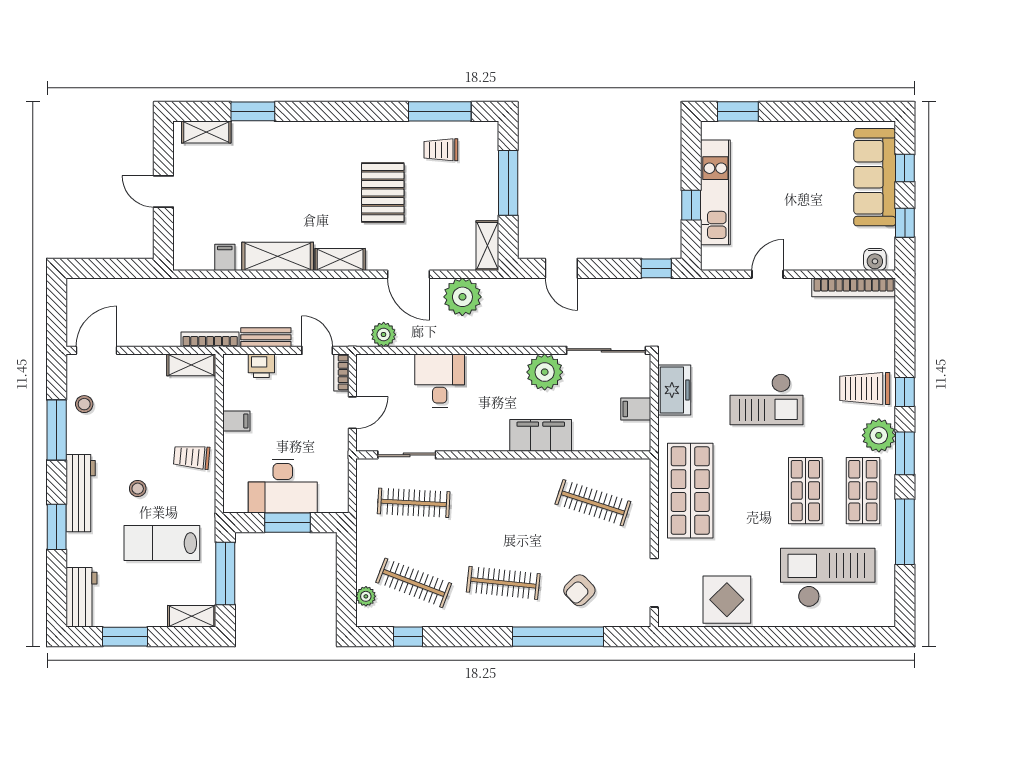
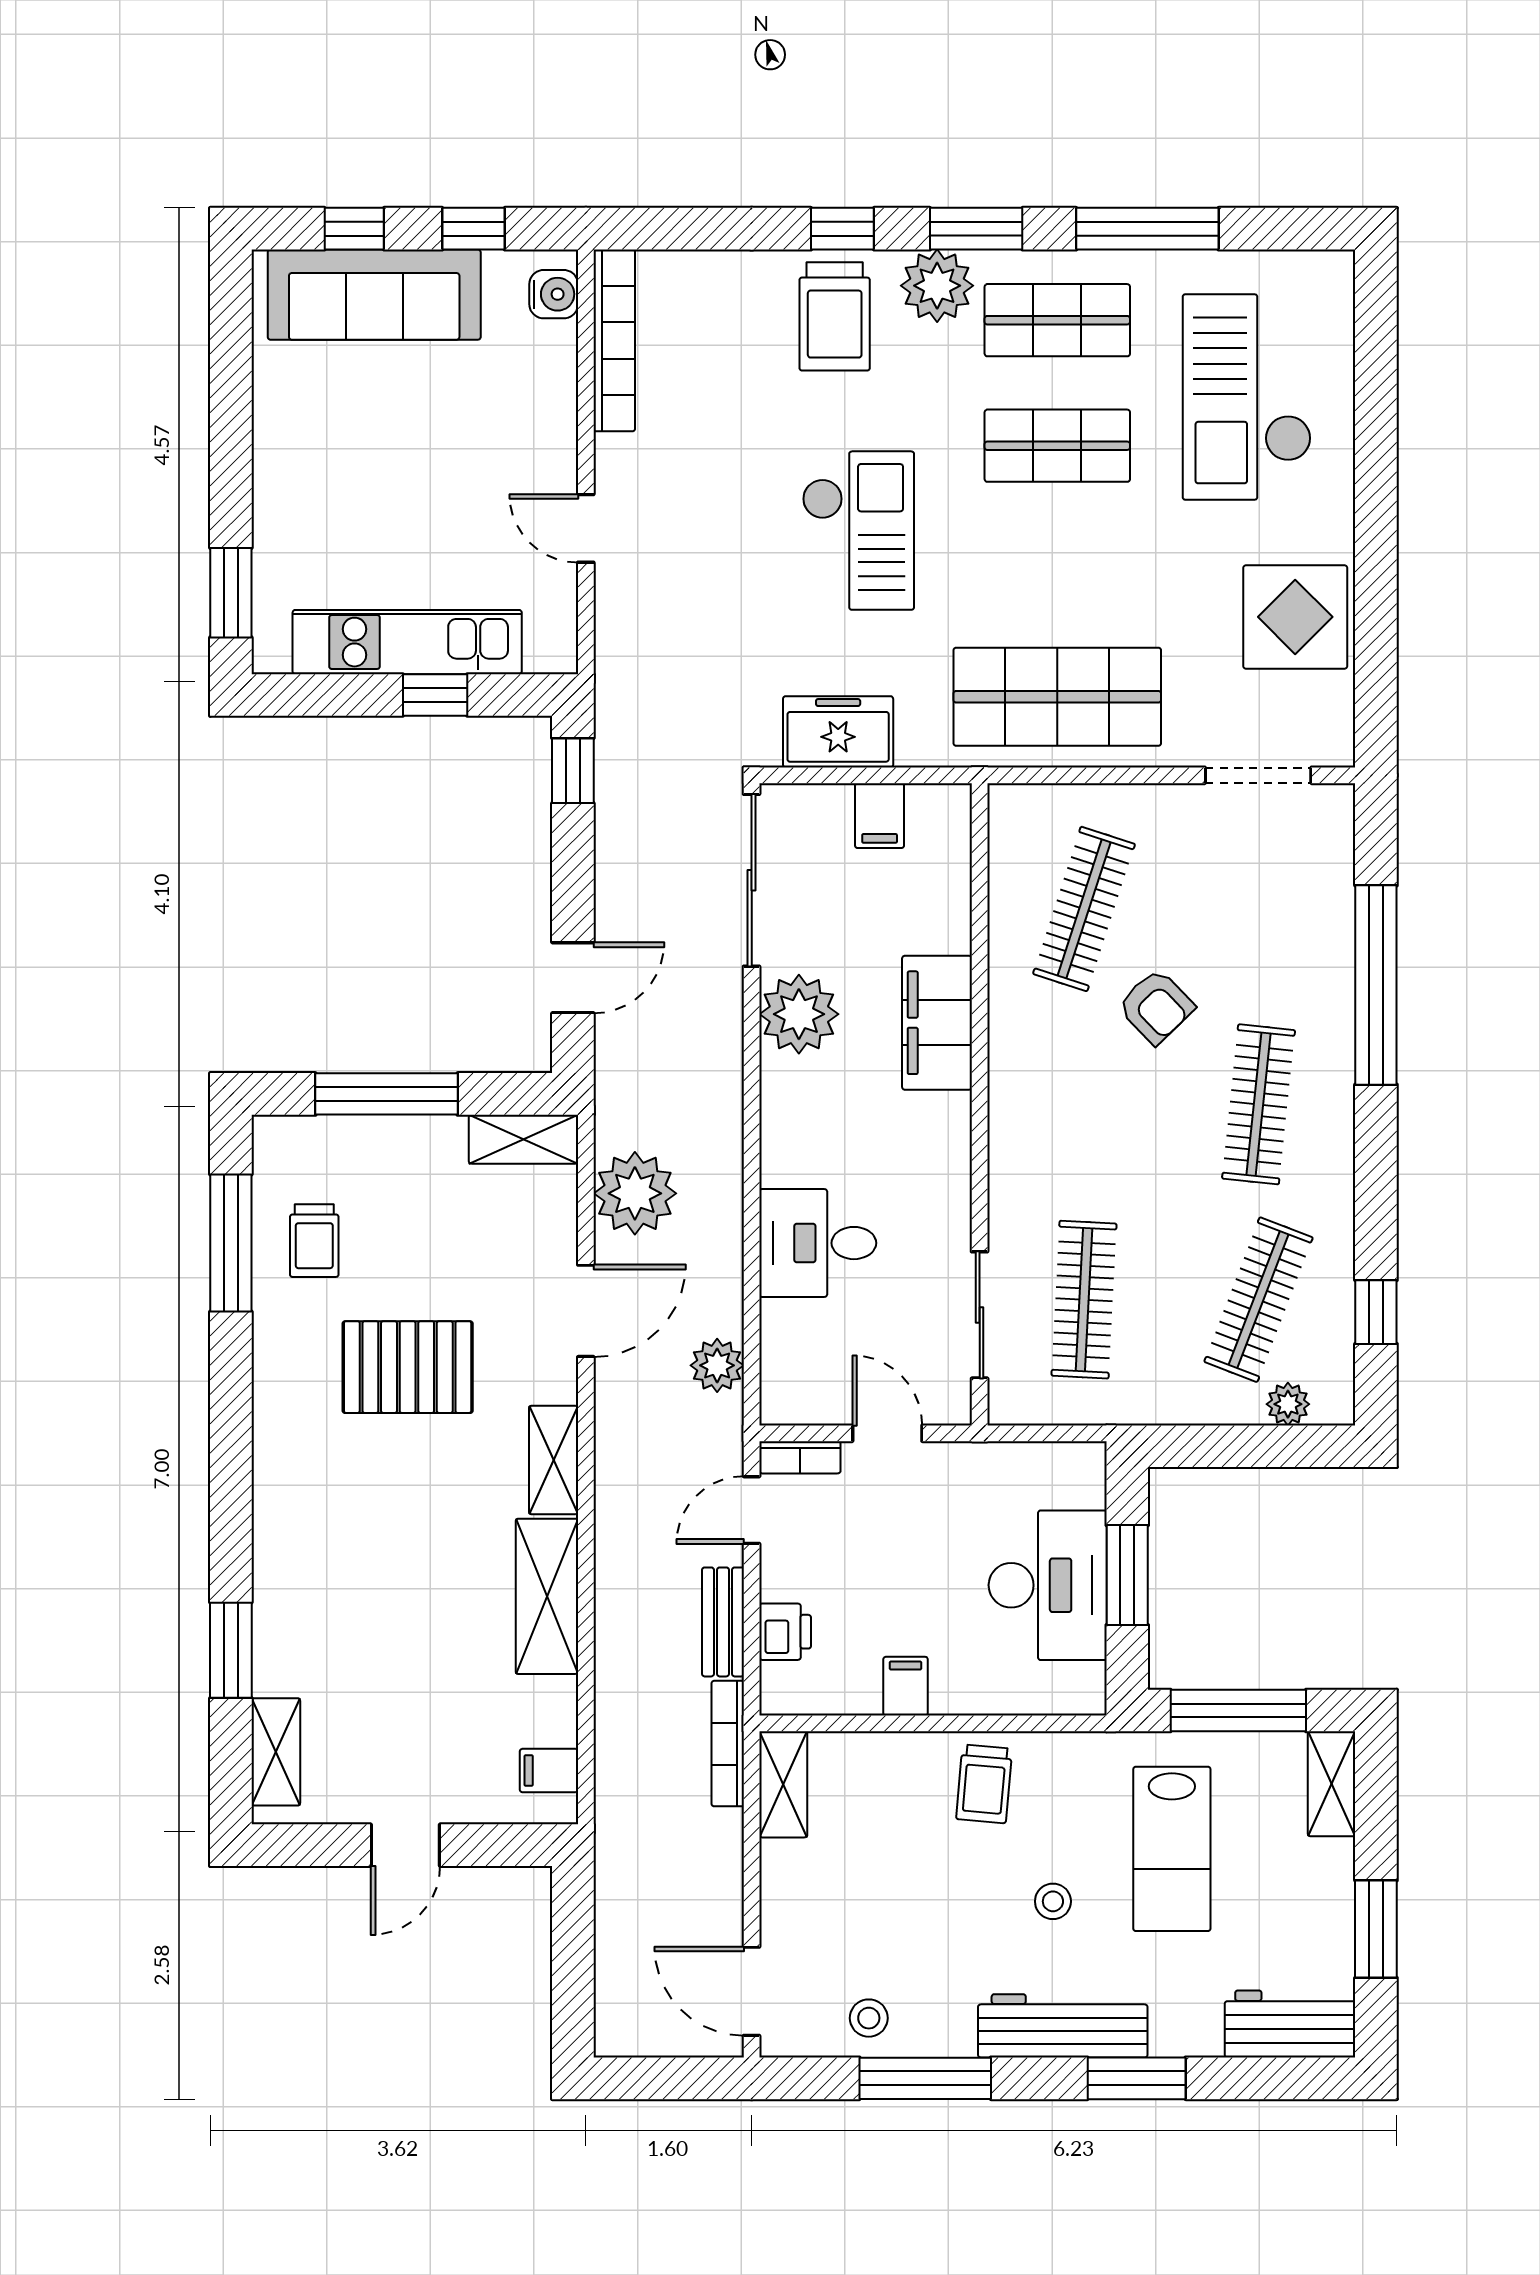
filing cabinet: (225, 257) -> (549, 1771), moved
armchair: (579, 590) -> (1156, 1006), moved

